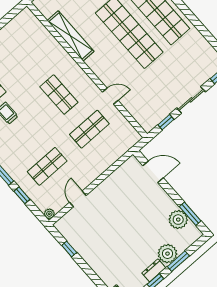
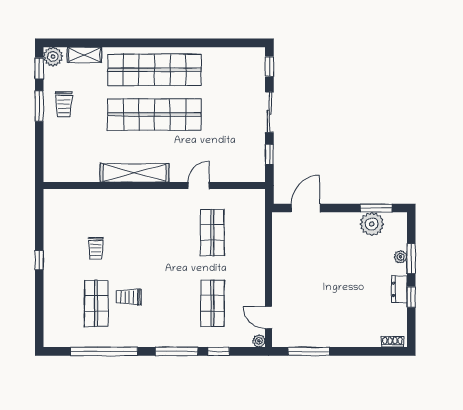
shelving: (71, 36) -> (135, 173), moved
trolley: (19, 68) -> (96, 248), added
shop shelf: (59, 95) -> (154, 233), removed
door: (78, 199) -> (269, 318), moved
window: (69, 249) -> (309, 351), width x2.17
plant: (167, 254) -> (401, 257), width x0.53, depth x0.53

